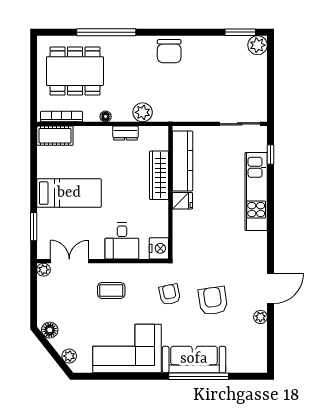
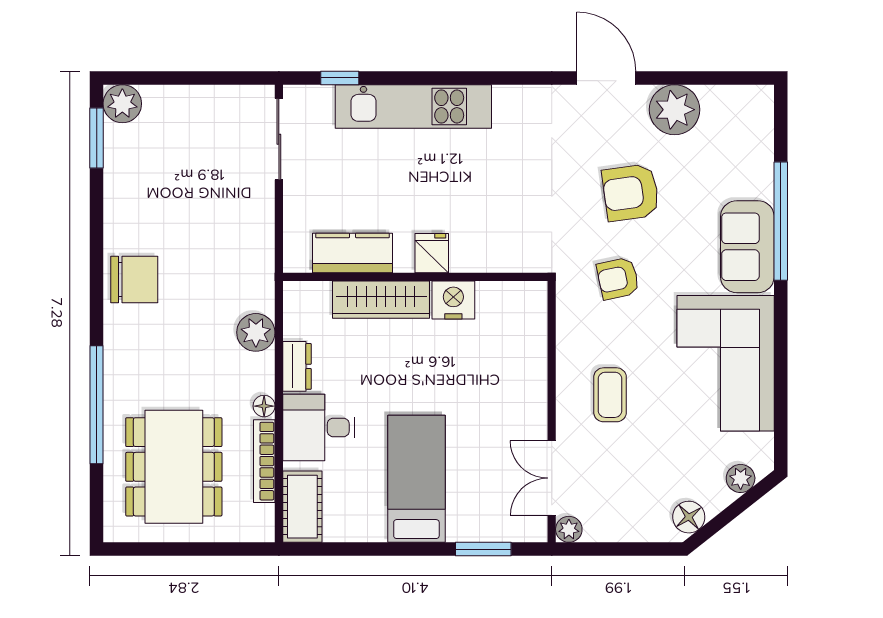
bookcase: (62, 117) -> (264, 461), moved
kitchen counter: (183, 161) -> (353, 253), width x0.67
desk: (122, 241) -> (319, 427), moved, turned 180
nightstand: (159, 248) -> (453, 300), moved
plant: (260, 317) -> (675, 110), width x1.88, depth x1.88
sofa: (194, 359) -> (747, 247), width x0.73

